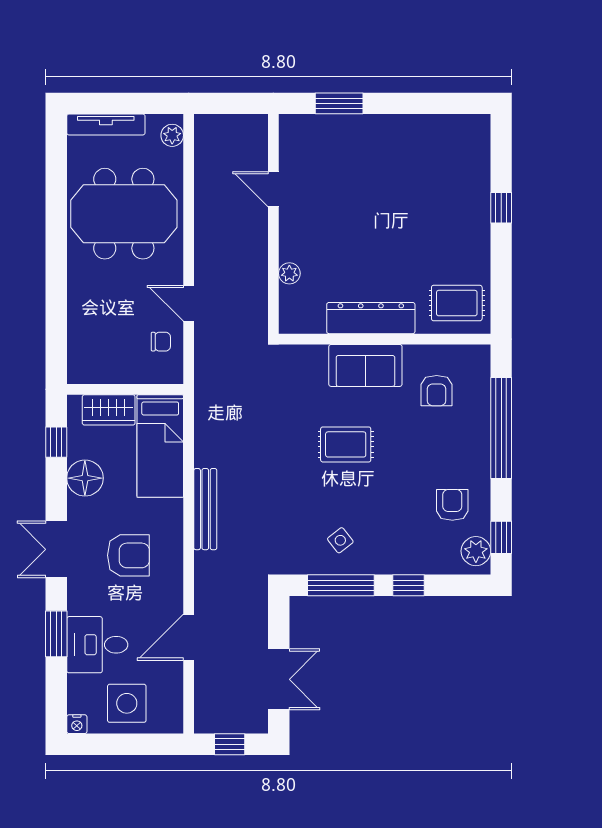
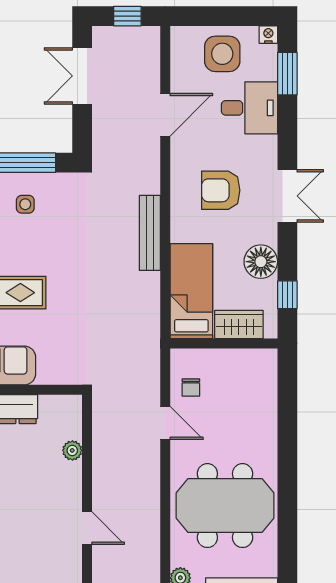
chair: (161, 342) -> (191, 387), turned -90
side table: (340, 540) -> (25, 204), turned 38
window: (56, 634) -> (287, 74), moved

